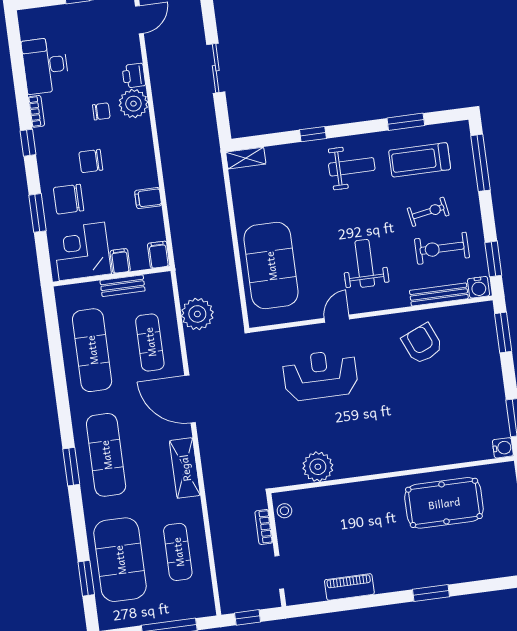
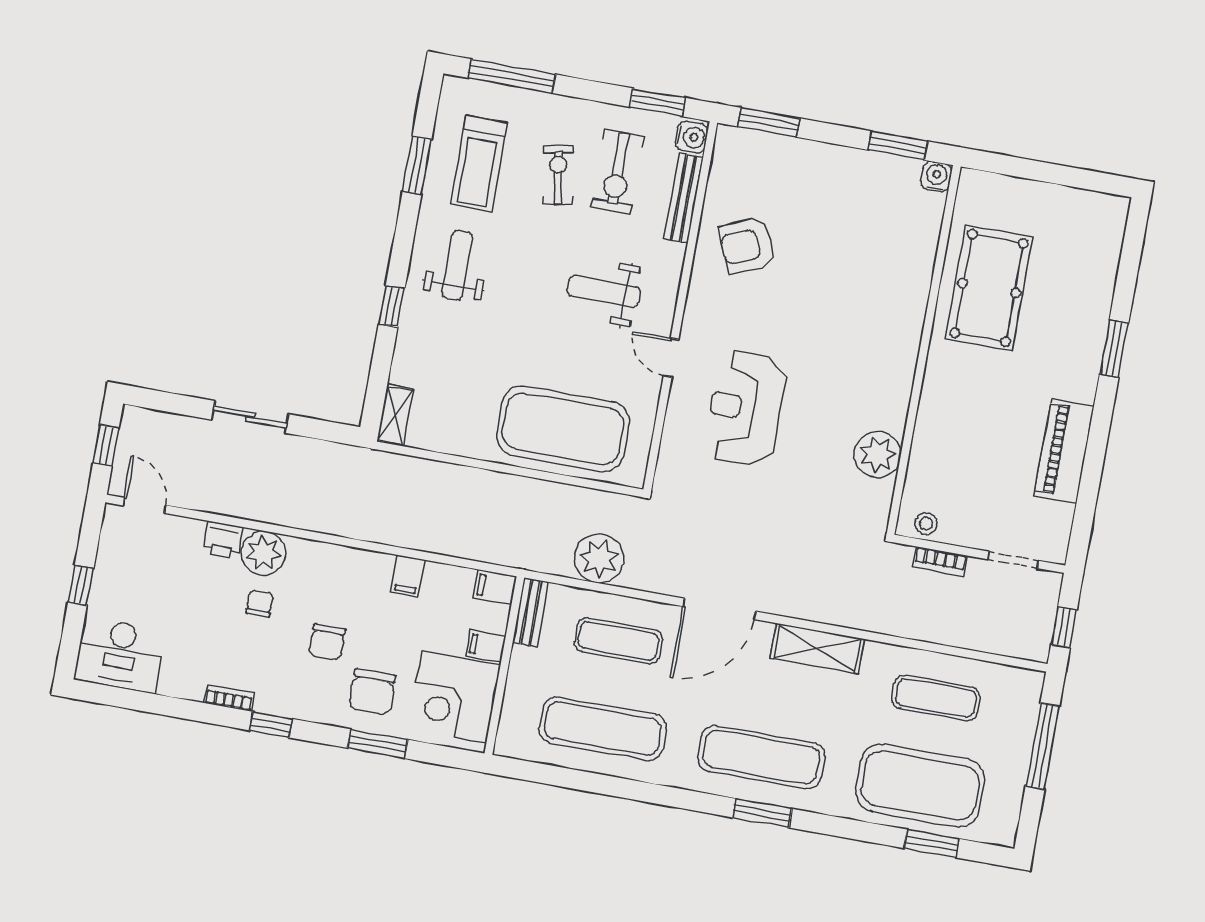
desk: (45, 65) -> (120, 655), moved
bench: (123, 286) -> (531, 612), moved
piano: (349, 587) -> (1064, 451), width x1.37, depth x1.33

